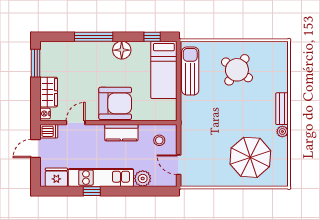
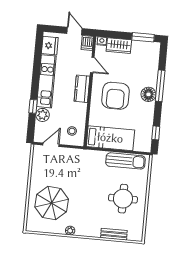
floor lamp: (122, 50) -> (148, 94), moved
bed: (164, 70) -> (110, 138), moved, turned 180
round table: (237, 70) -> (123, 199), turned -35
armchair: (115, 103) -> (116, 96), moved
bench: (282, 109) -> (114, 234), moved
kitchen counter: (121, 133) -> (82, 89), moved
window: (92, 191) -> (33, 106), moved

